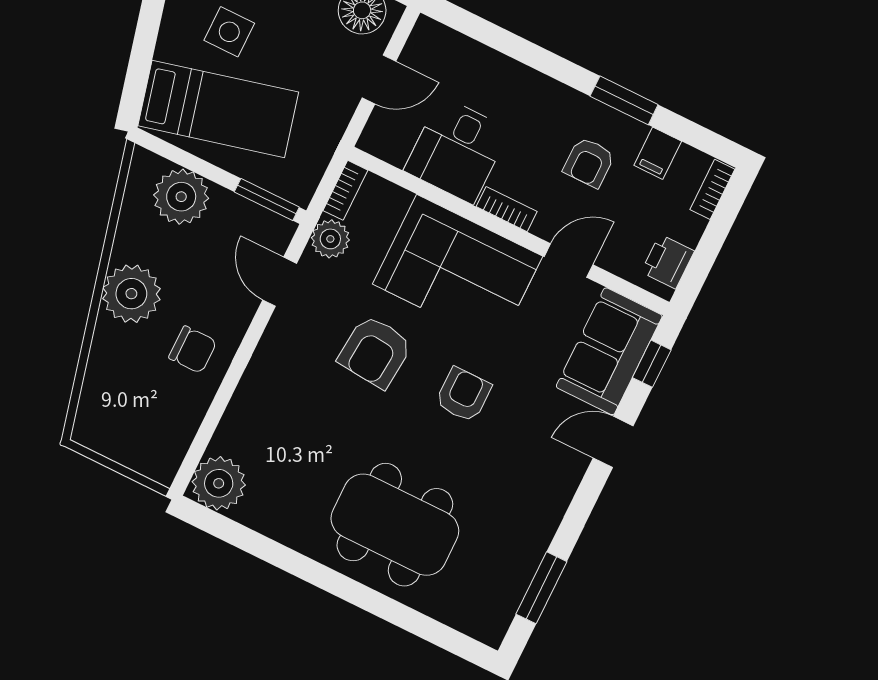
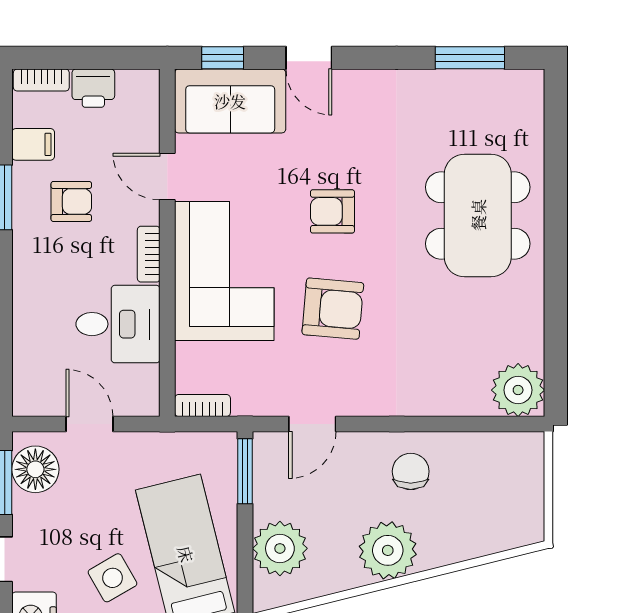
side table: (229, 32) -> (113, 578), turned -30
plant: (330, 239) -> (252, 398), removed
printer: (668, 262) -> (93, 88), moved

